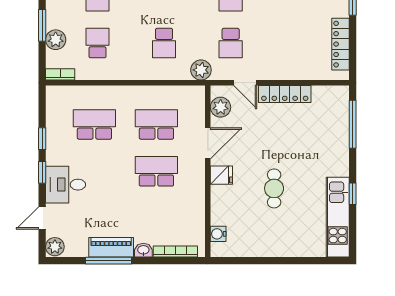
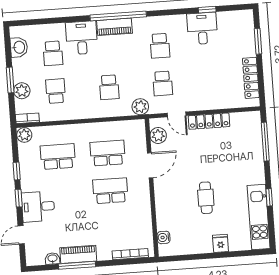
fridge: (221, 175) -> (220, 243), moved, turned -90
plant: (55, 247) -> (24, 135), moved
washbasin: (143, 250) -> (52, 259), moved

